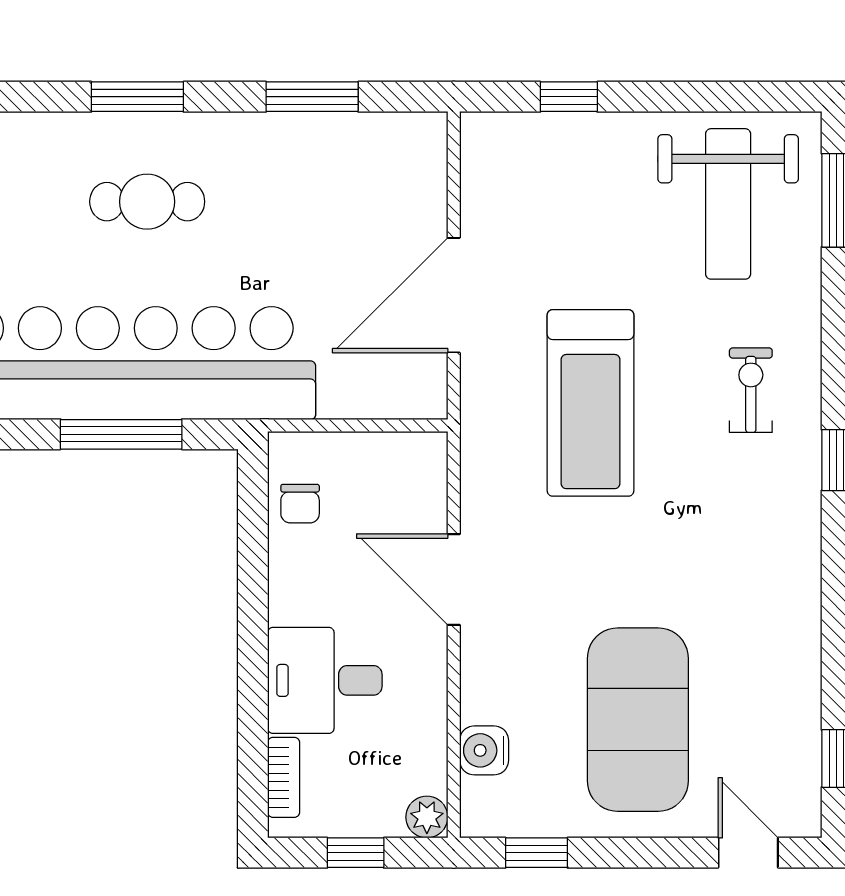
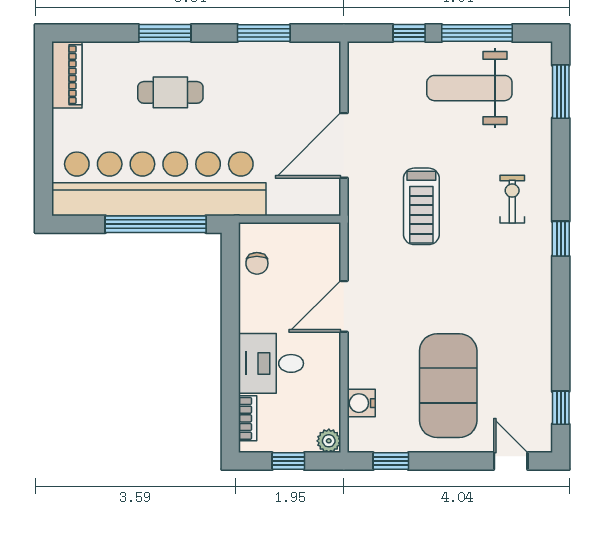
window: (689, 97) -> (477, 33), added
weight bench: (728, 204) -> (469, 88), moved, turned 90
treadmill: (590, 403) -> (421, 206), width x0.73, depth x0.73
window: (121, 434) -> (156, 224), width x1.46
door: (454, 579) -> (344, 306), hinge flipped

